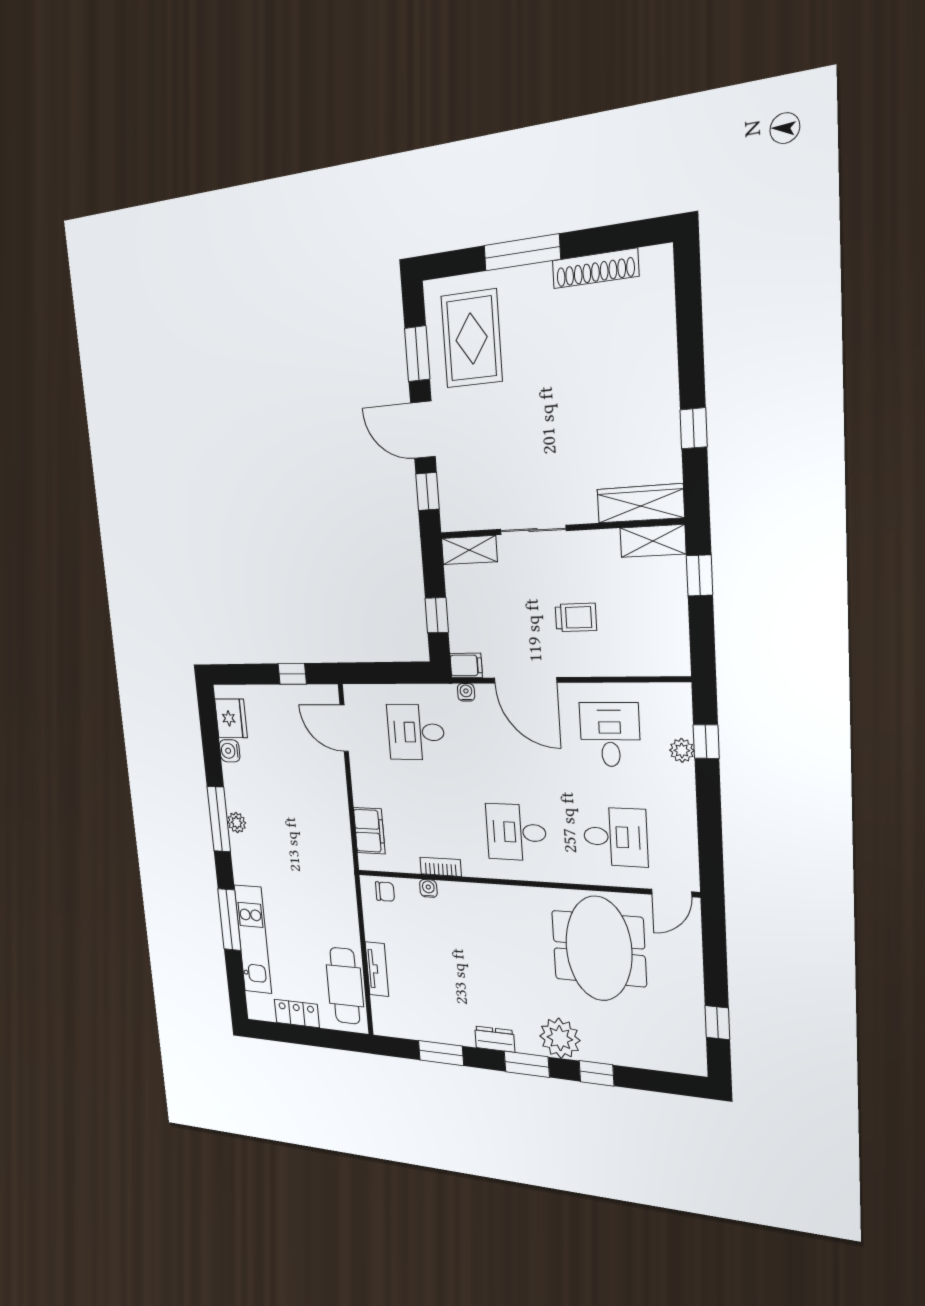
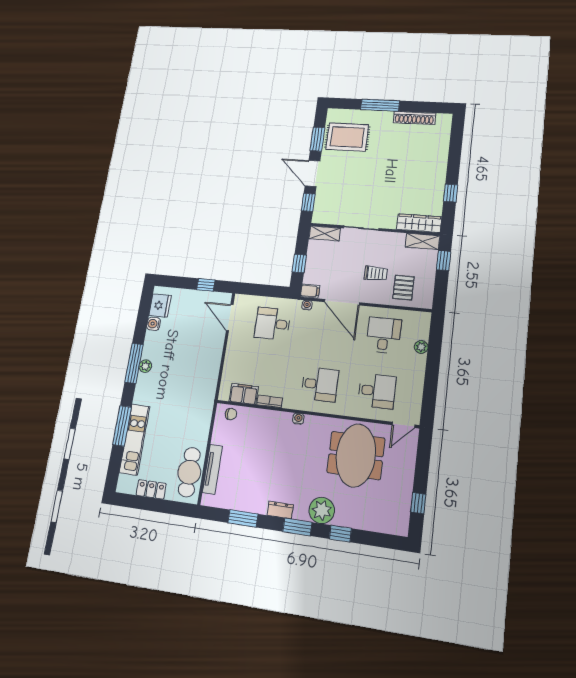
rug: (472, 339) -> (347, 137), turned 90
pallet: (631, 639) -> (403, 288), added
window: (706, 742) -> (435, 343), removed
filing cabinet: (369, 831) -> (244, 394), moved, turned -90
desk: (516, 832) -> (320, 384), turned 180
water cooler: (428, 888) -> (298, 419), moved
tv unit: (377, 969) -> (212, 469), width x1.41

